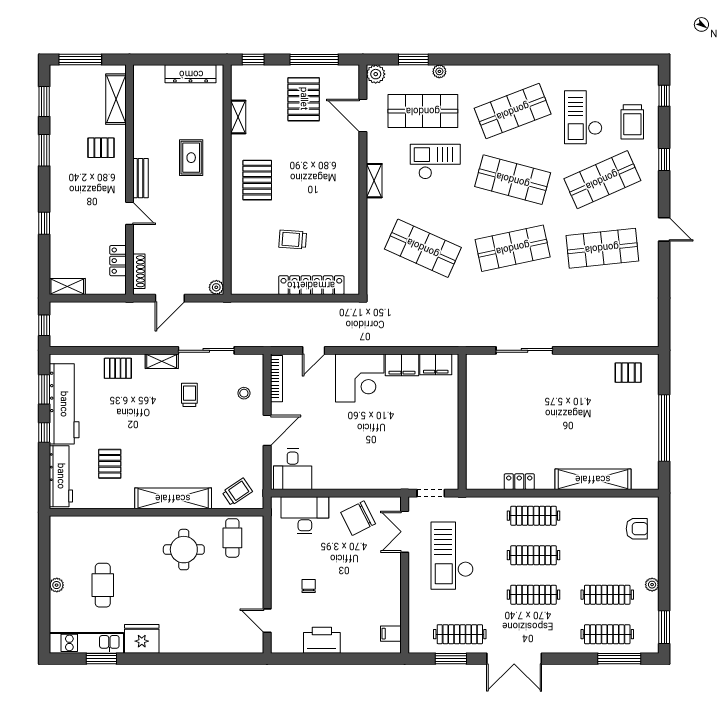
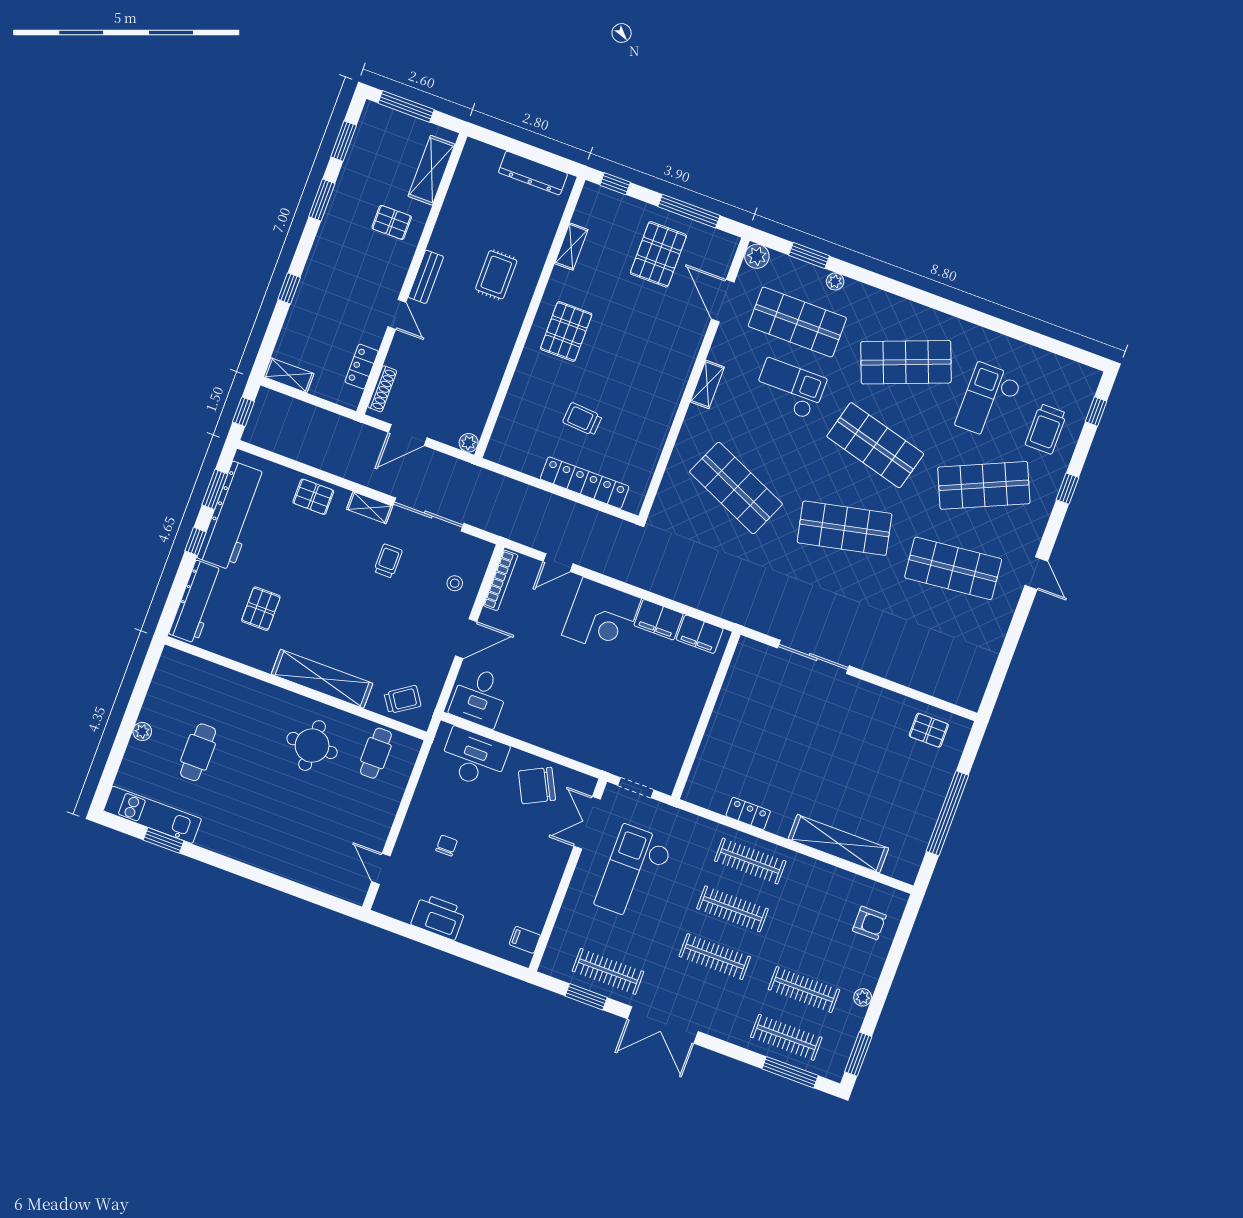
fridge: (142, 639) -> (221, 835), removed

